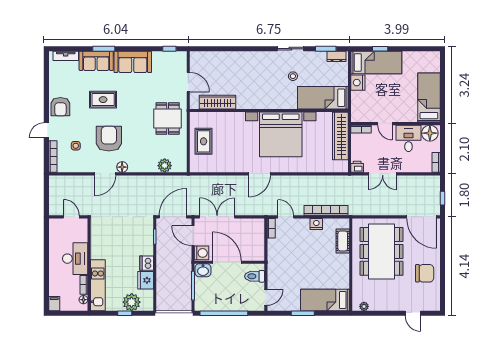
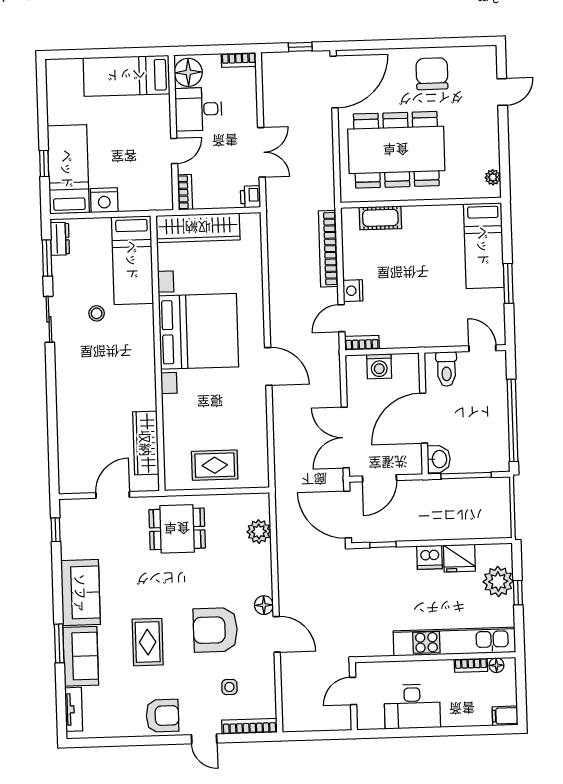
nightstand: (316, 224) -> (353, 291), moved
washing machine: (201, 253) -> (379, 366), moved, turned 180
desk: (75, 259) -> (412, 706), moved, turned 180
kitchen unit: (98, 285) -> (454, 642), width x1.36

